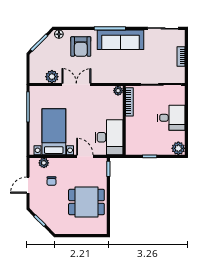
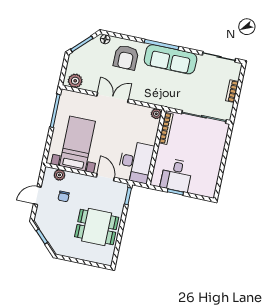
plant: (52, 77) -> (75, 81), moved
desk: (171, 118) -> (176, 175), moved, turned 90
plant: (178, 148) -> (208, 190), removed

